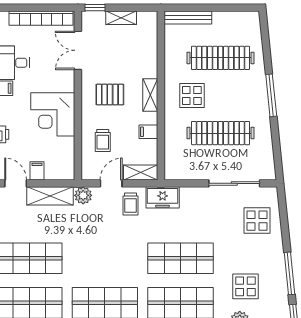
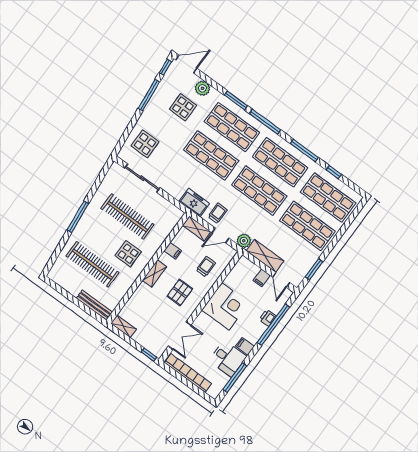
shelving: (121, 18) -> (124, 326), moved
pallet: (110, 95) -> (180, 292), turned 90
shop shelf: (105, 258) -> (259, 191), added

